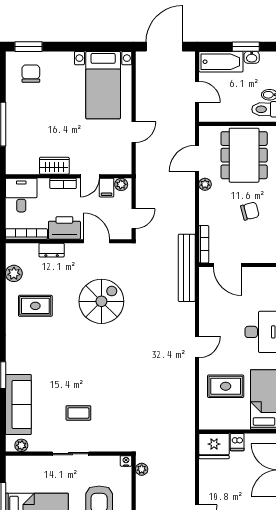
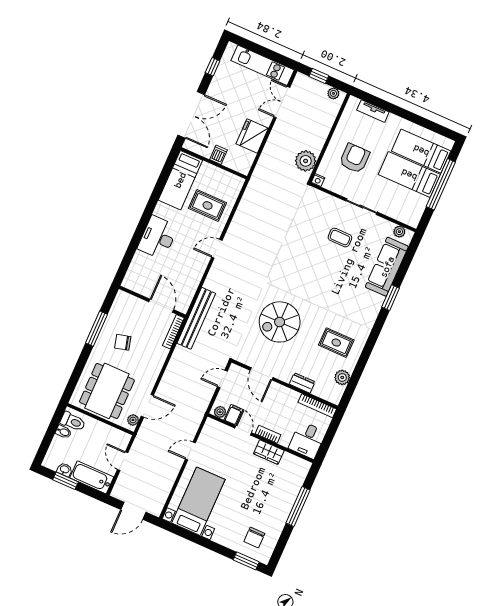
door: (164, 47) -> (133, 511), width x0.73
door: (90, 176) -> (243, 430), hinge flipped
plant: (205, 184) -> (133, 420), moved
printer: (64, 228) -> (283, 397), removed
fridge: (214, 446) -> (252, 136), moved, turned -90
plant: (142, 469) -> (306, 161), width x1.87, depth x1.87

